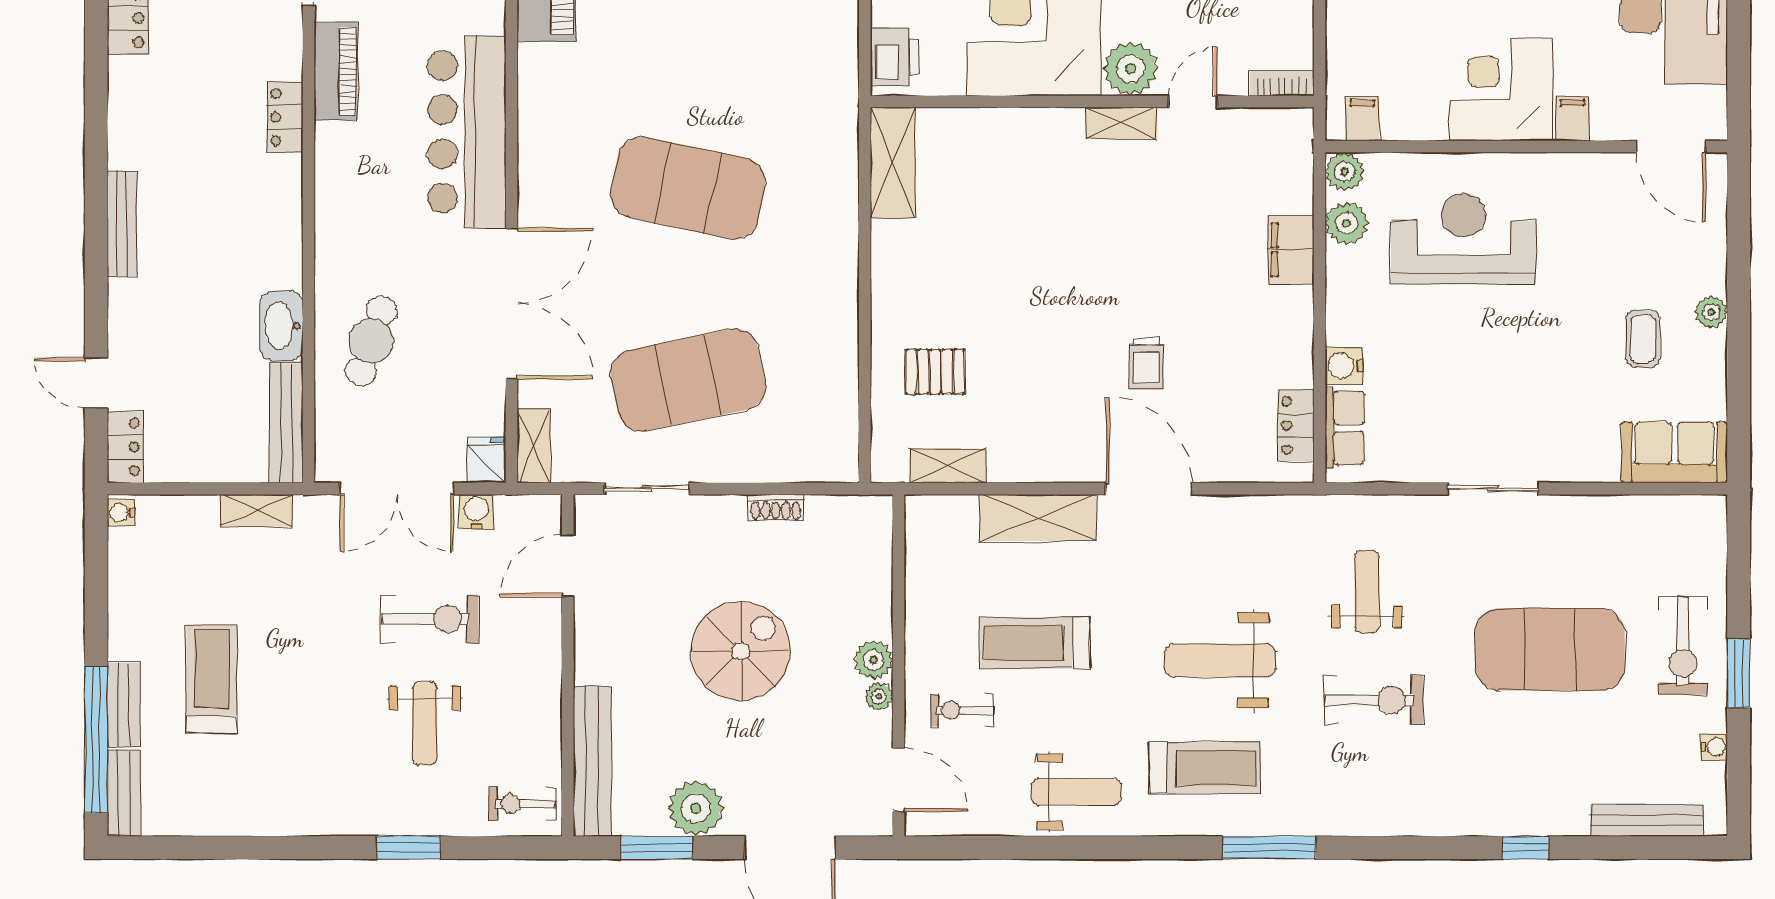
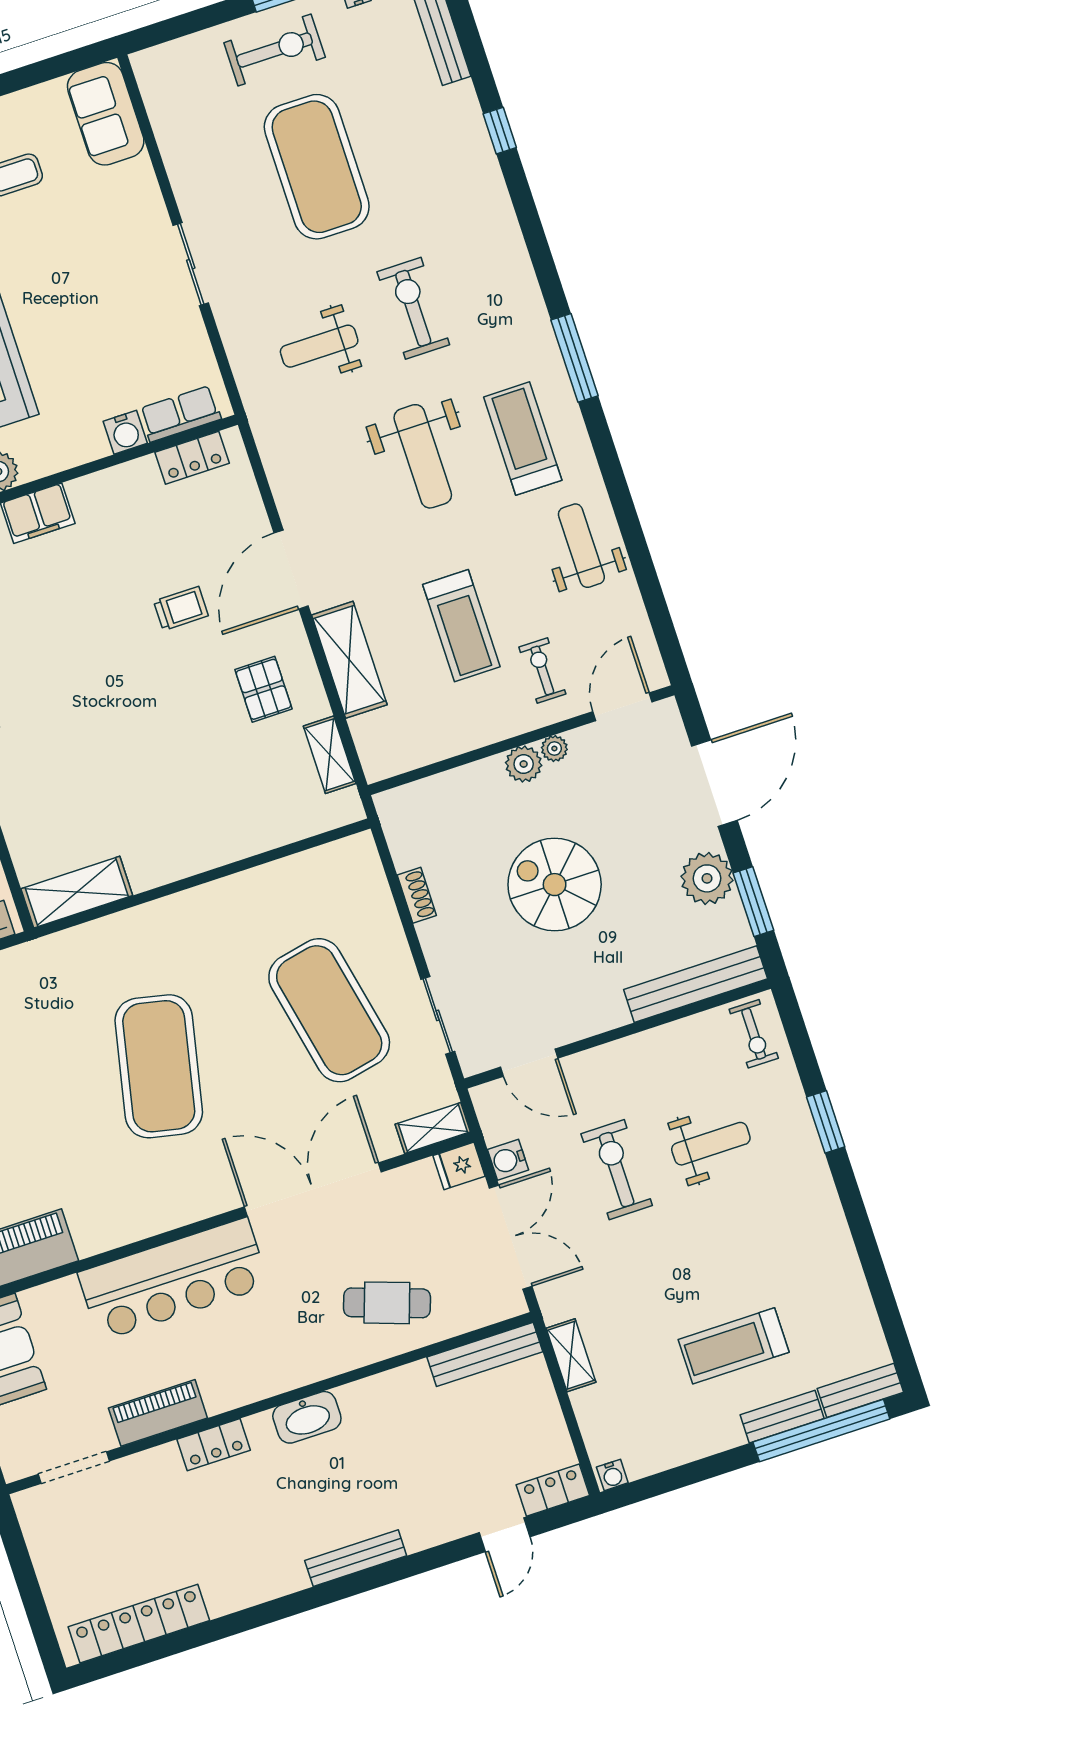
washbasin: (282, 326) -> (307, 1417), moved
pallet: (935, 372) -> (264, 689), moved
exercise bike: (962, 710) -> (542, 670), turned 180

